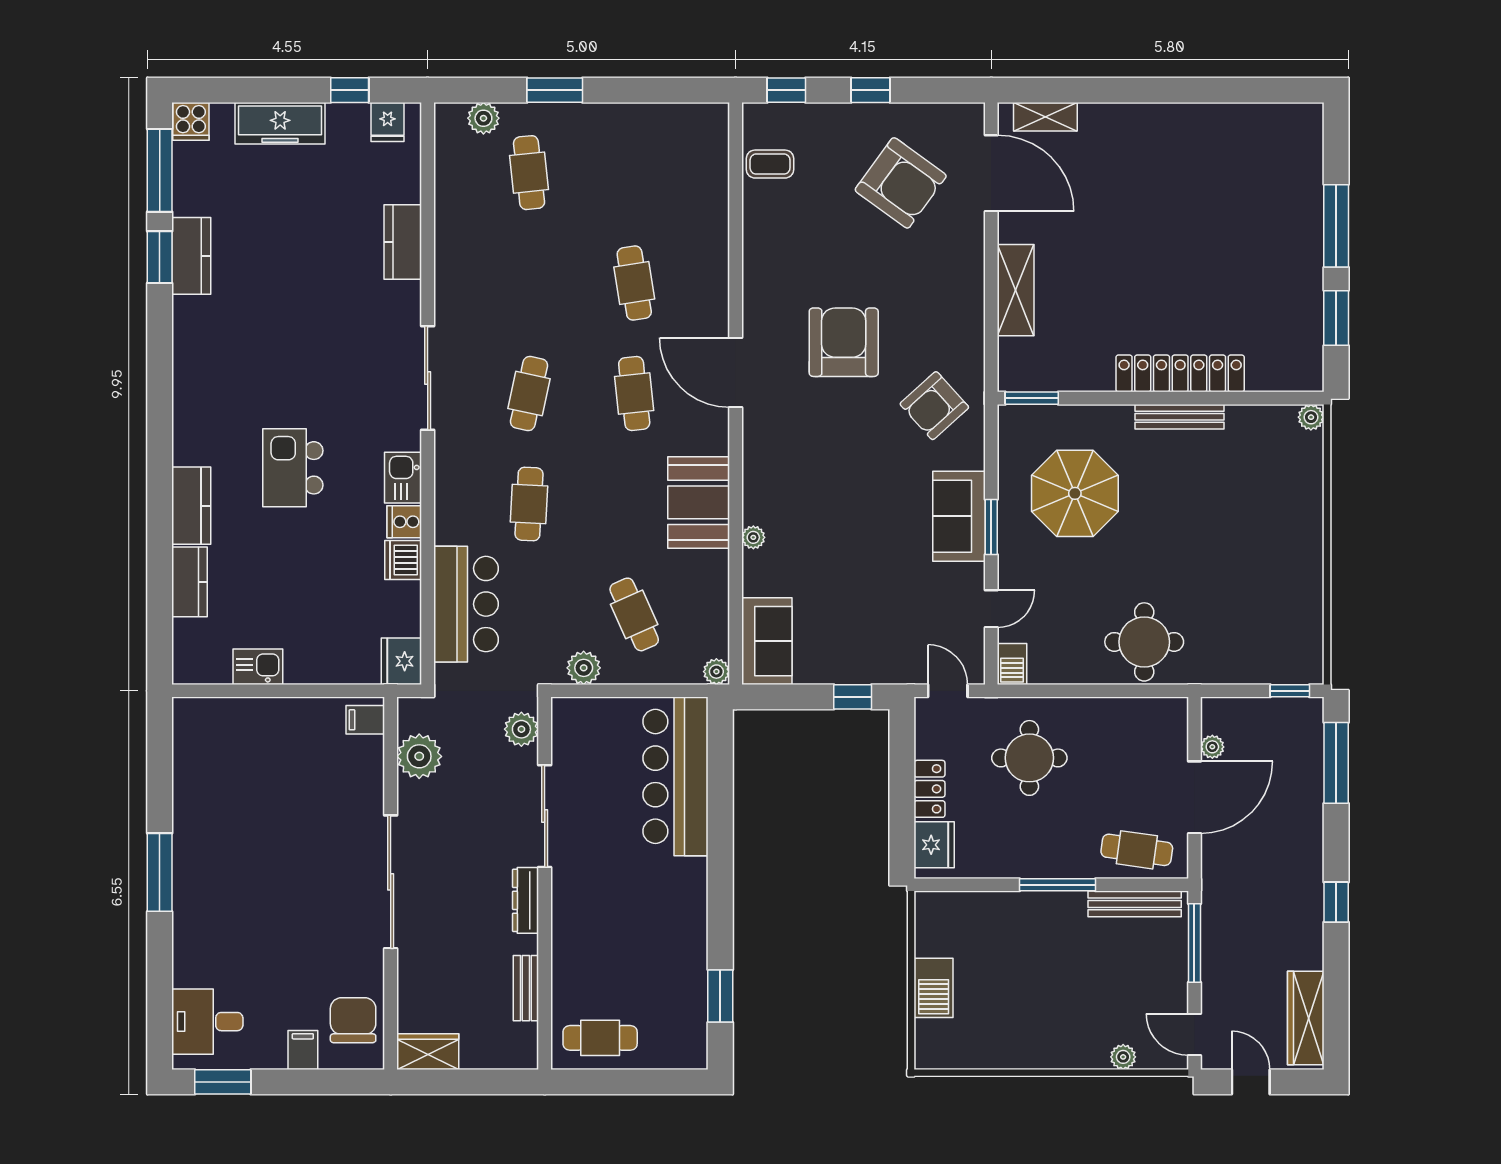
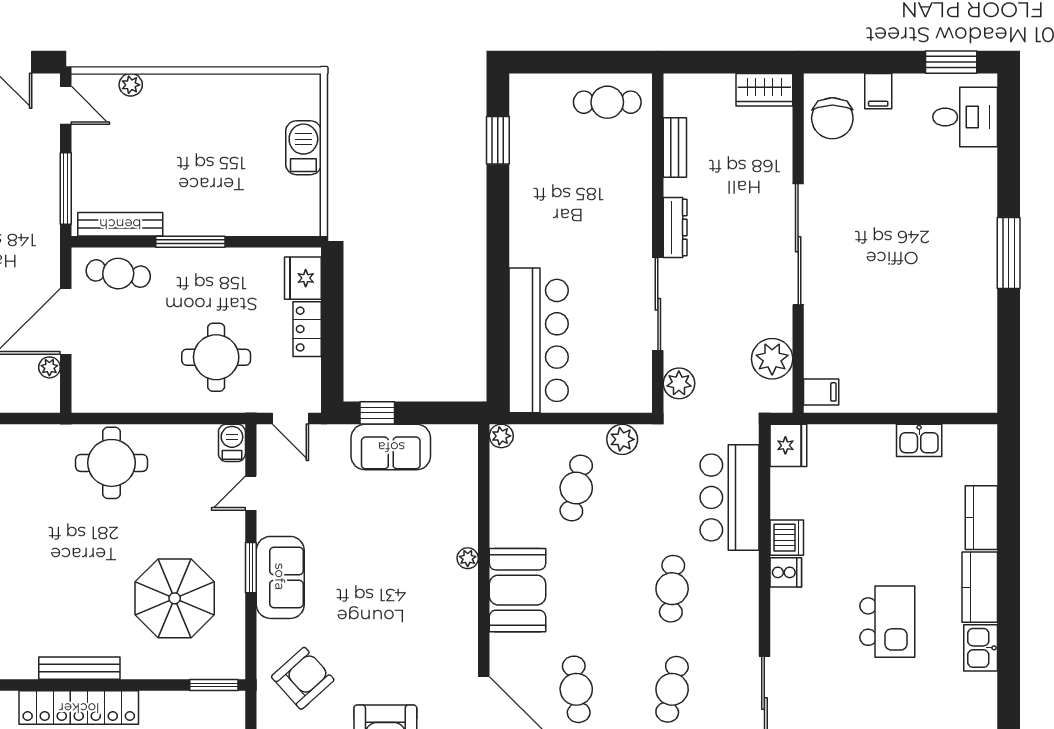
kitchen sink: (403, 478) -> (981, 648), moved, turned 180
cafe table: (634, 614) -> (576, 488), turned 36
sofa: (767, 641) -> (391, 447), moved, turned -90

